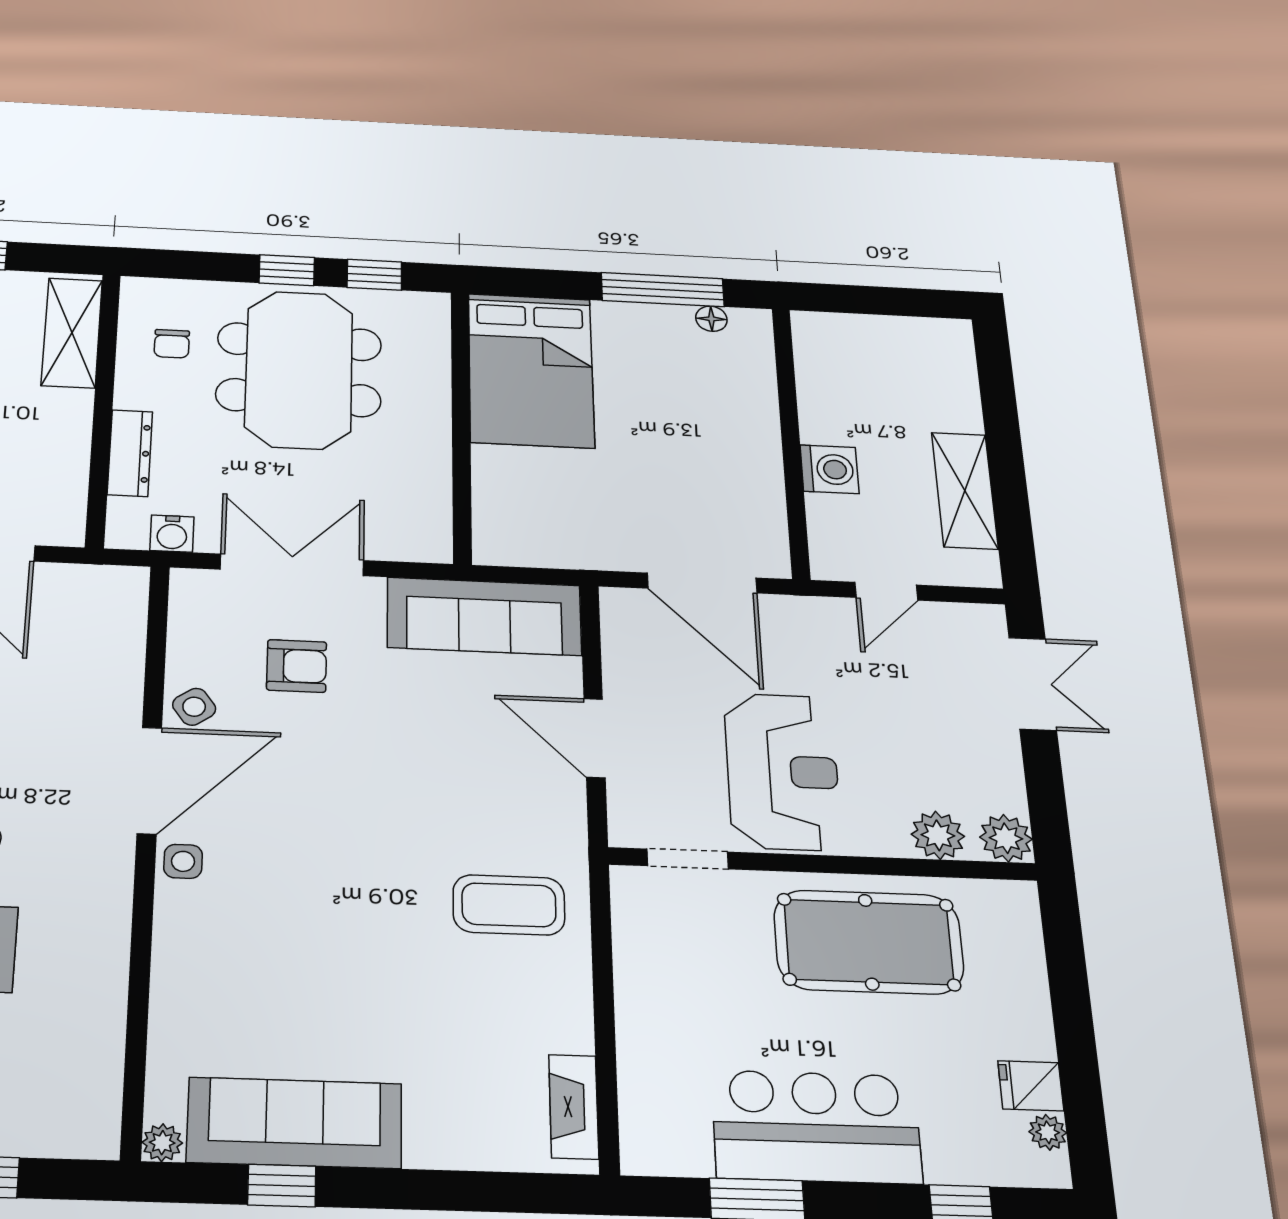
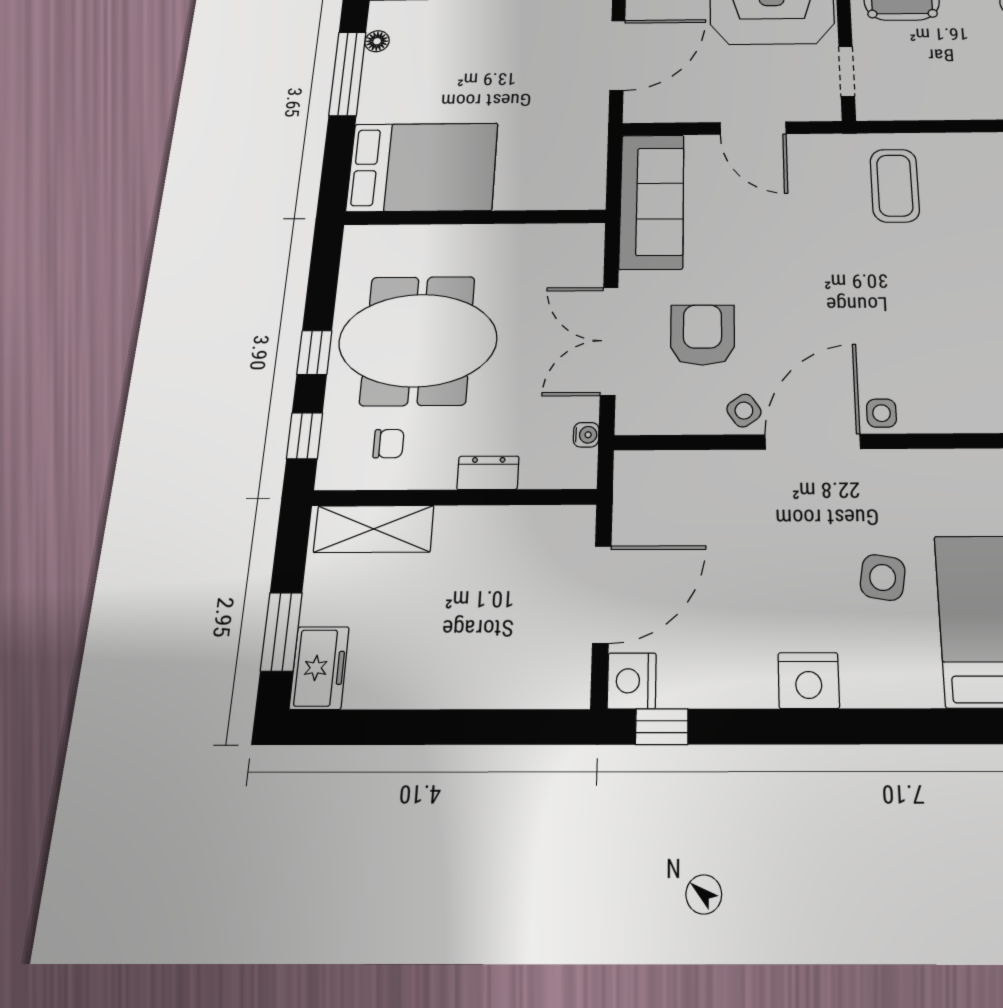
window: (374, 275) -> (305, 436), moved
dresser: (130, 453) -> (488, 473), width x0.70
water cooler: (172, 534) -> (586, 435), width x0.72, depth x0.72
armchair: (297, 666) -> (703, 335), width x1.38, depth x1.38
door: (594, 738) -> (753, 128), hinge flipped
door: (149, 780) -> (813, 442), hinge flipped

